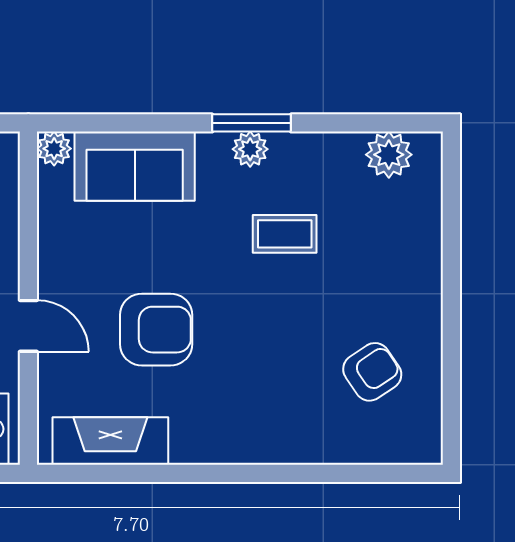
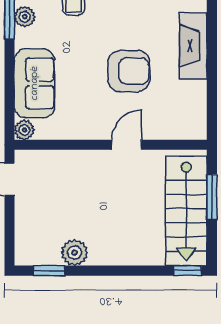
armchair: (156, 330) -> (129, 71), turned 90
fireplace: (110, 441) -> (193, 46), moved

